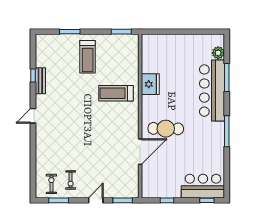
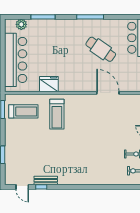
treadmill: (88, 57) -> (23, 111), moved
bar counter: (212, 91) -> (16, 60), moved, turned -90
door: (33, 116) -> (22, 187), moved
cafe table: (166, 129) -> (101, 49), moved, turned -56

